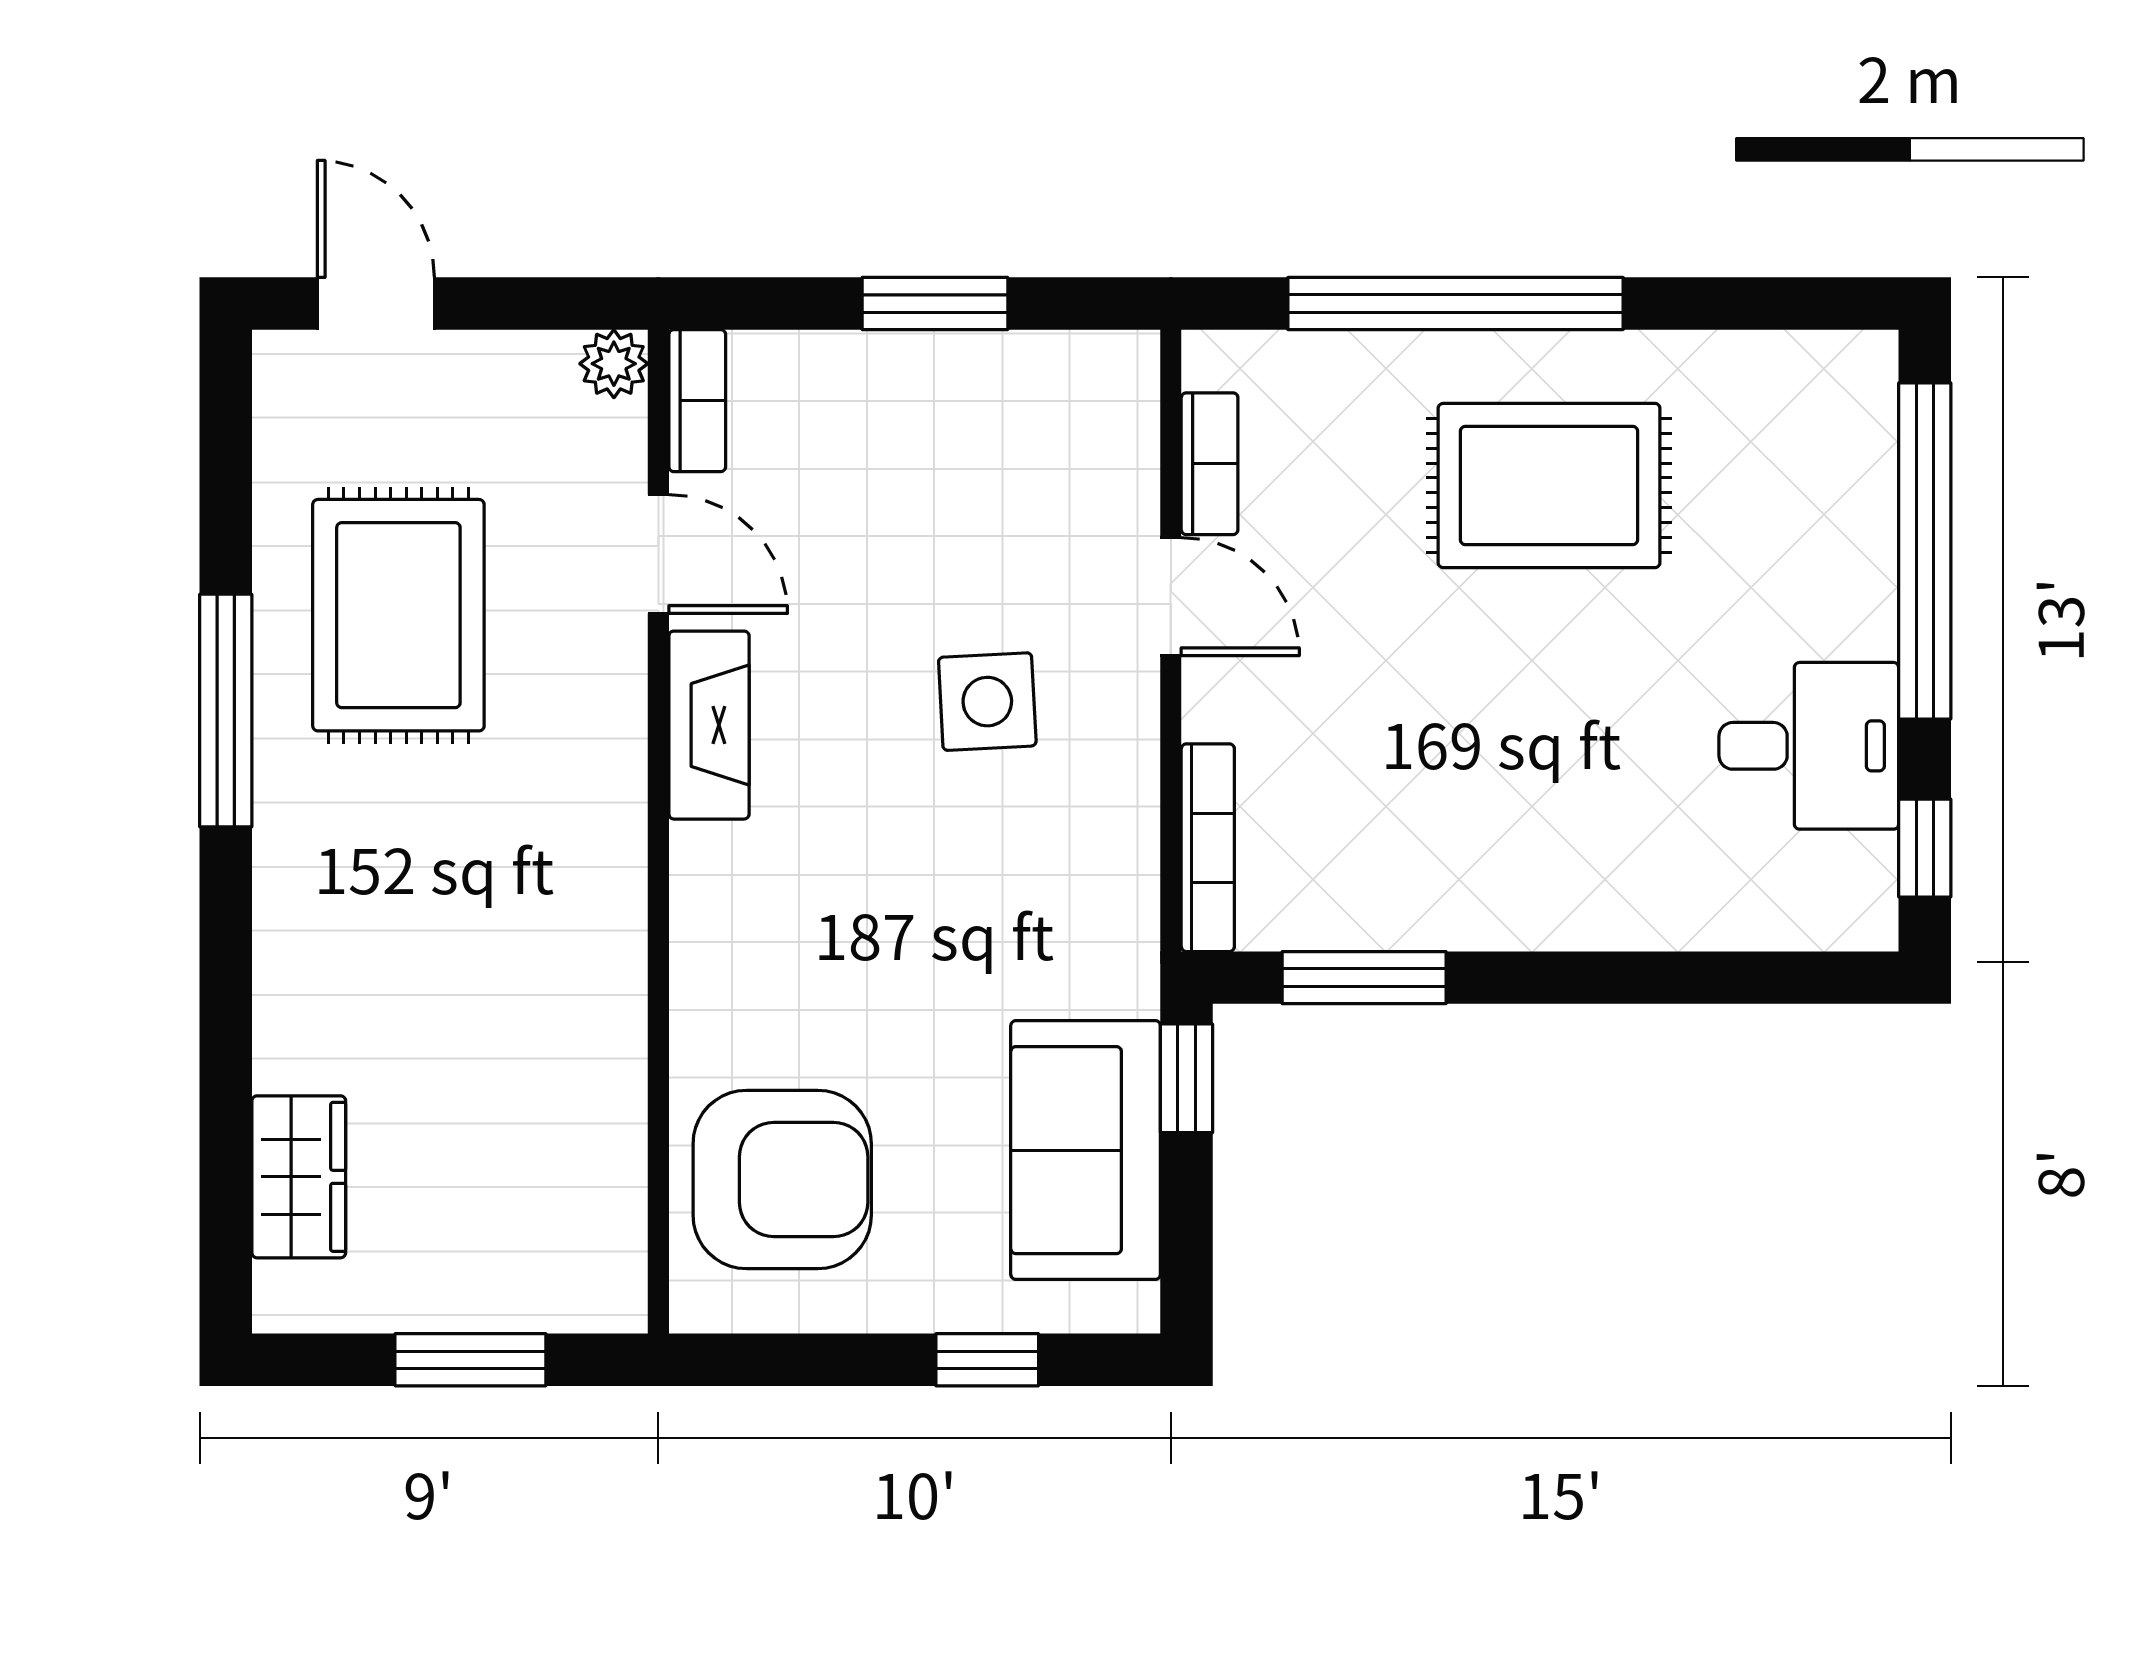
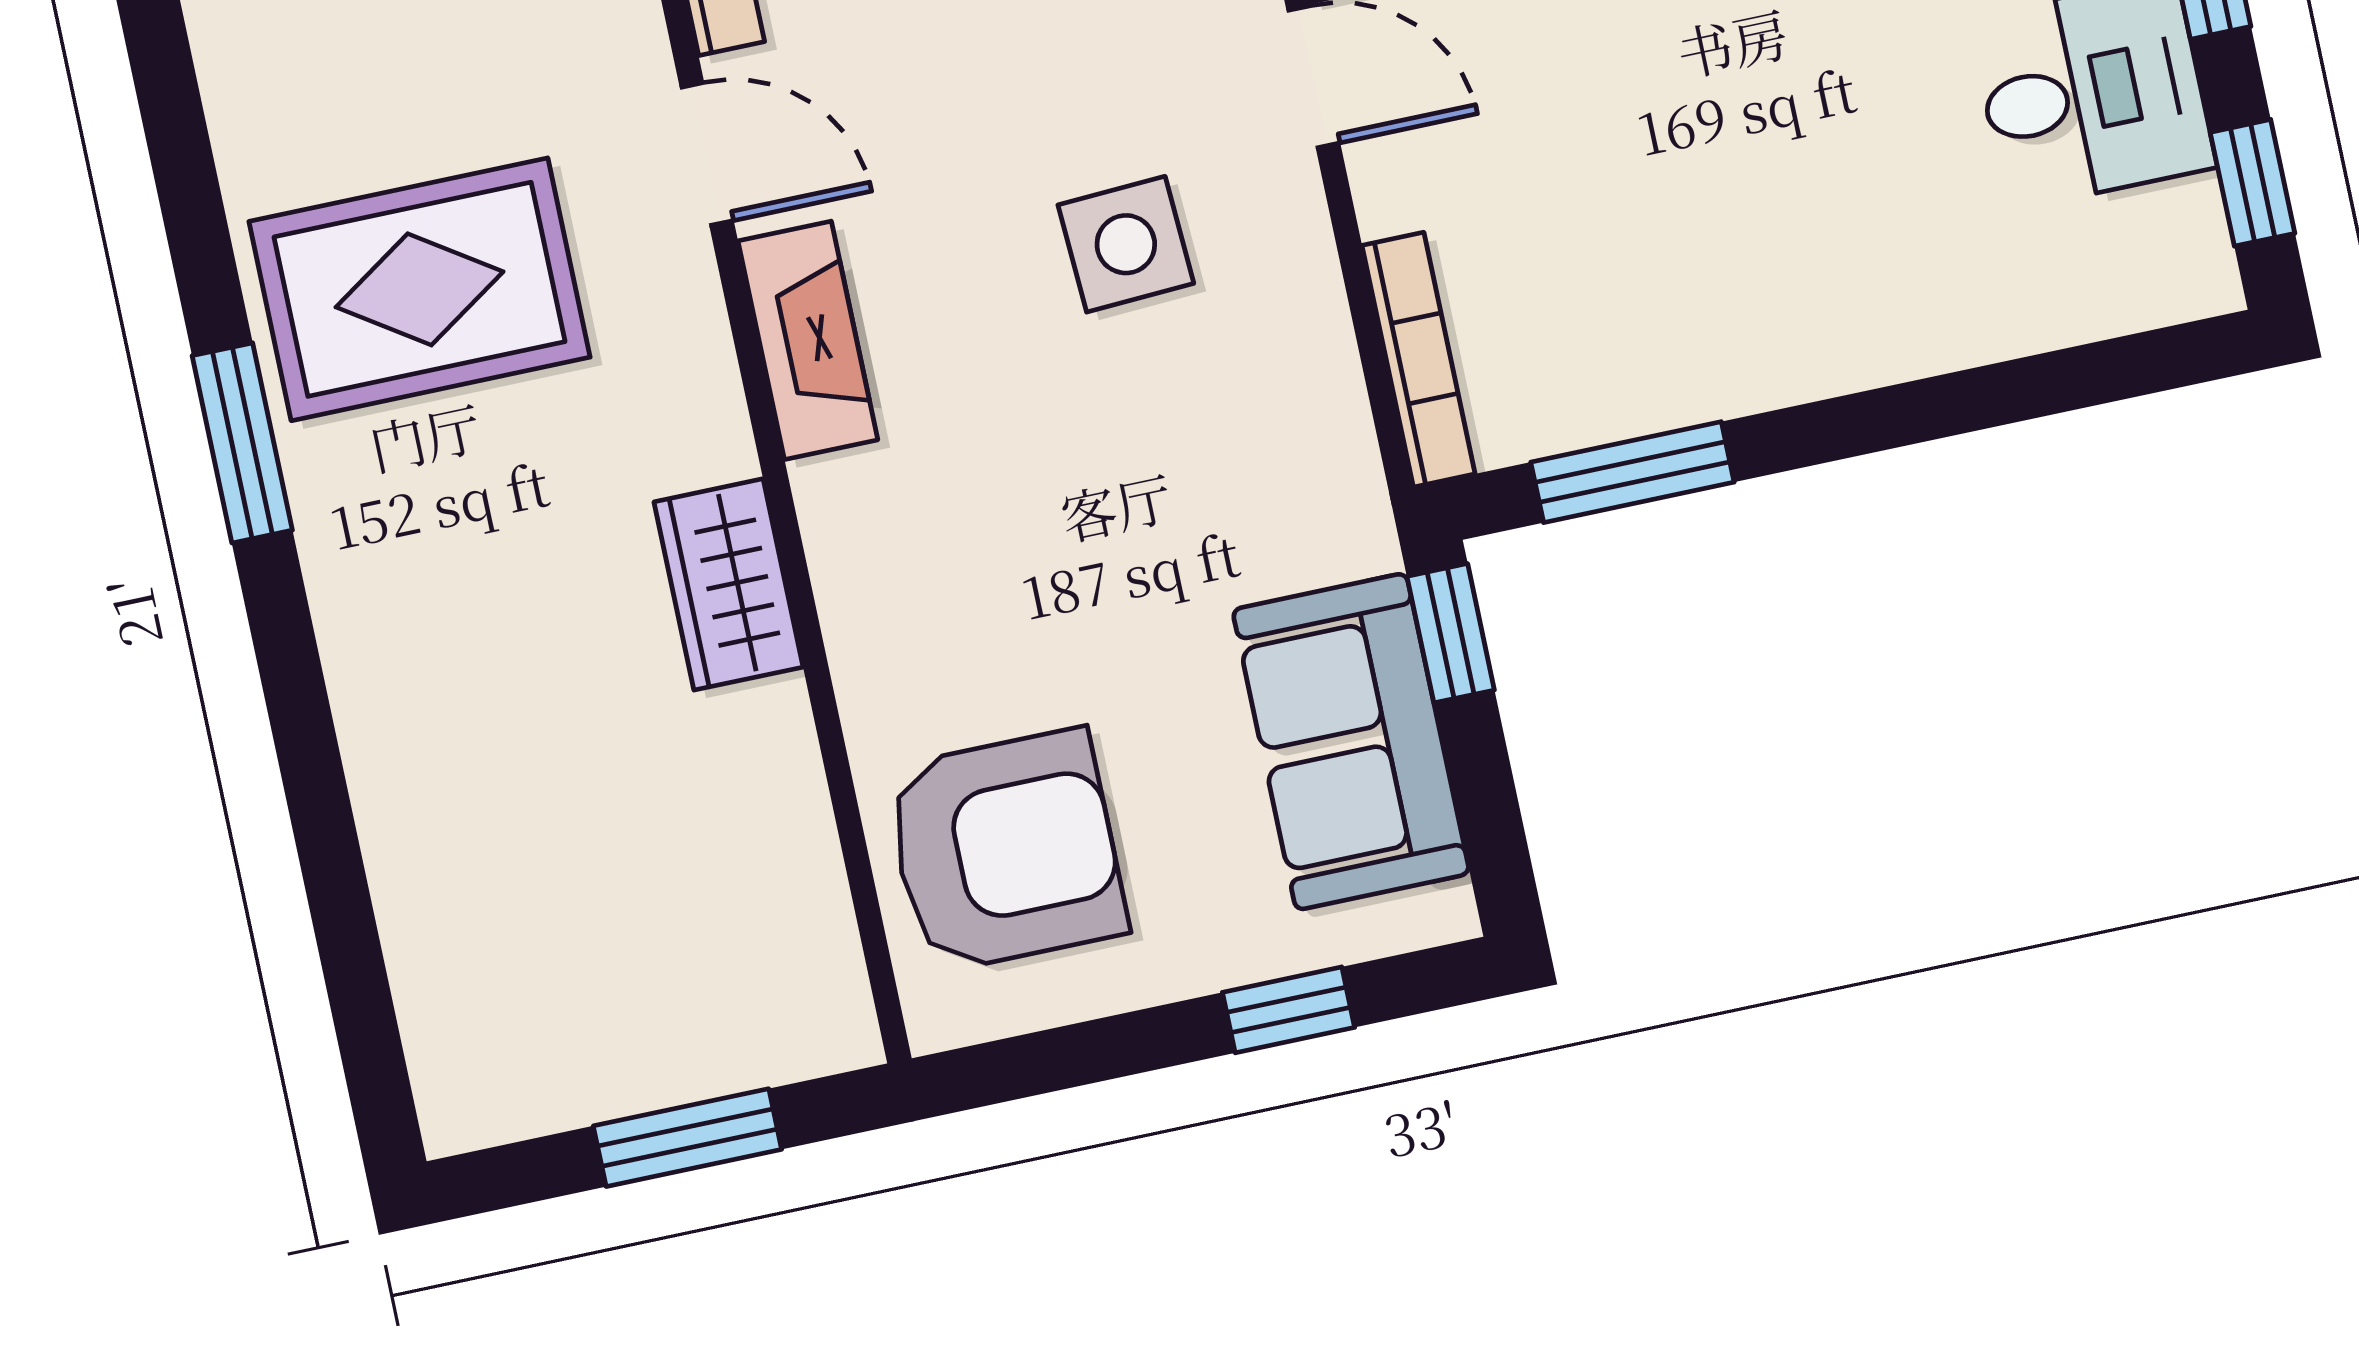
rug: (398, 615) -> (420, 289), turned 90
window: (226, 711) -> (242, 443), width x0.69
wardrobe: (299, 1177) -> (729, 584), moved, turned 180

